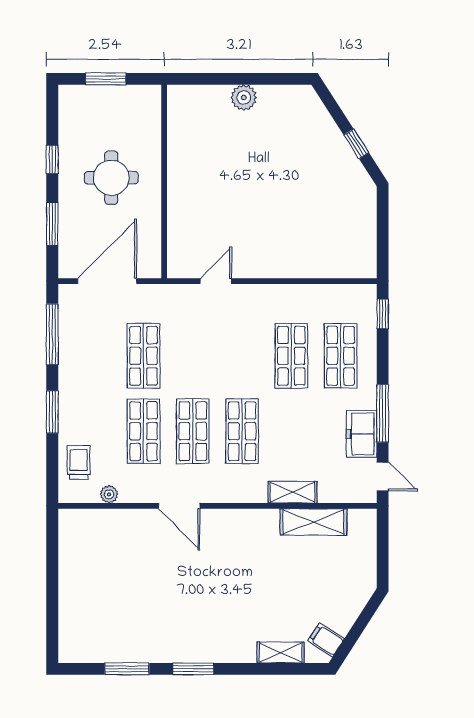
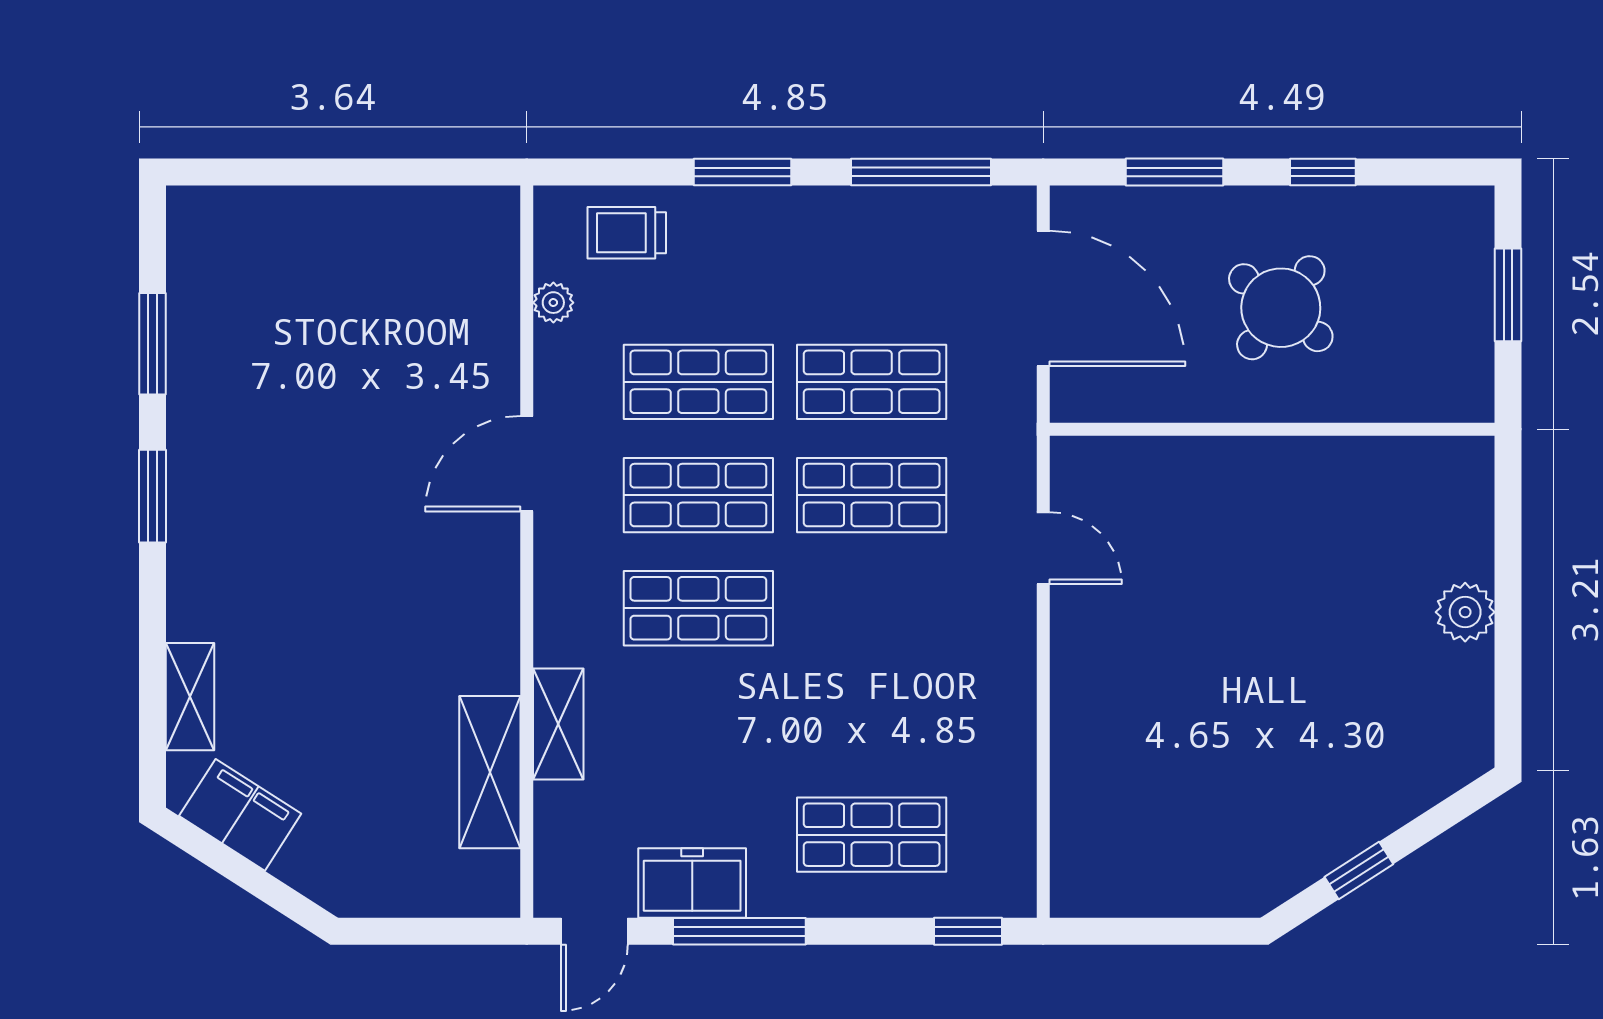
round table: (111, 178) -> (1281, 308), turned 38
shop shelf: (291, 356) -> (872, 495), moved
trolley: (79, 462) -> (627, 233), turned 180
filing cabinet: (326, 640) -> (240, 815), width x2.00

